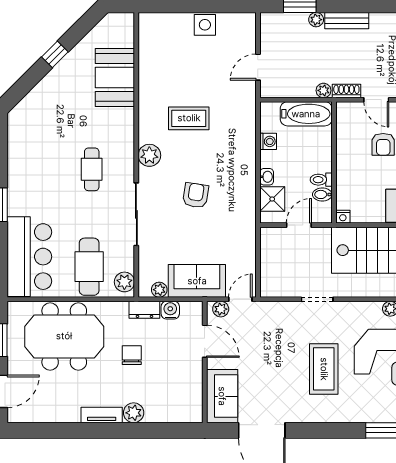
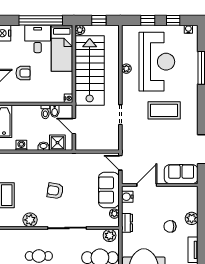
plant: (221, 309) -> (127, 175), removed
water cooler: (170, 310) -> (127, 197), moved
chair: (132, 355) -> (170, 226), moved
plant: (134, 413) -> (192, 218), moved

